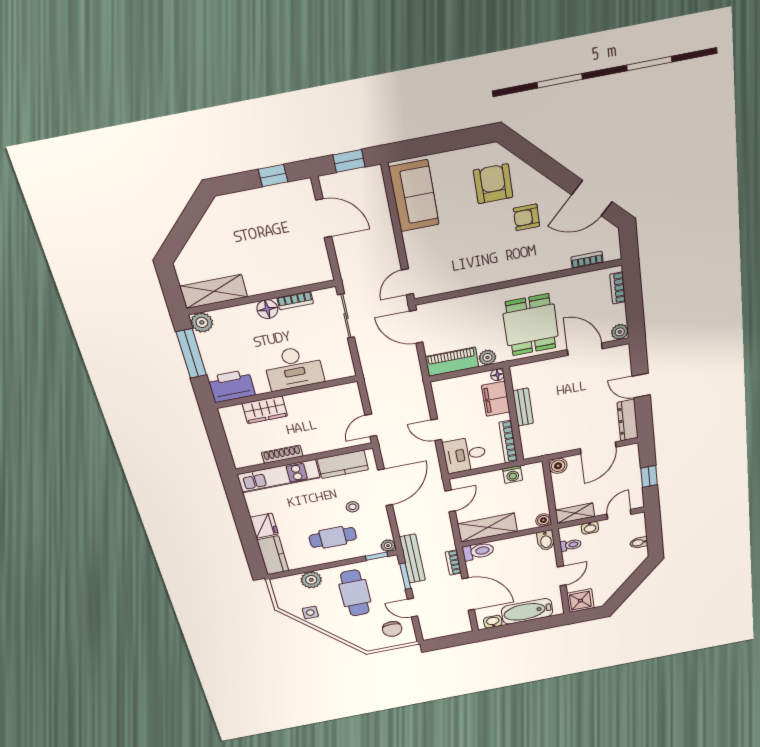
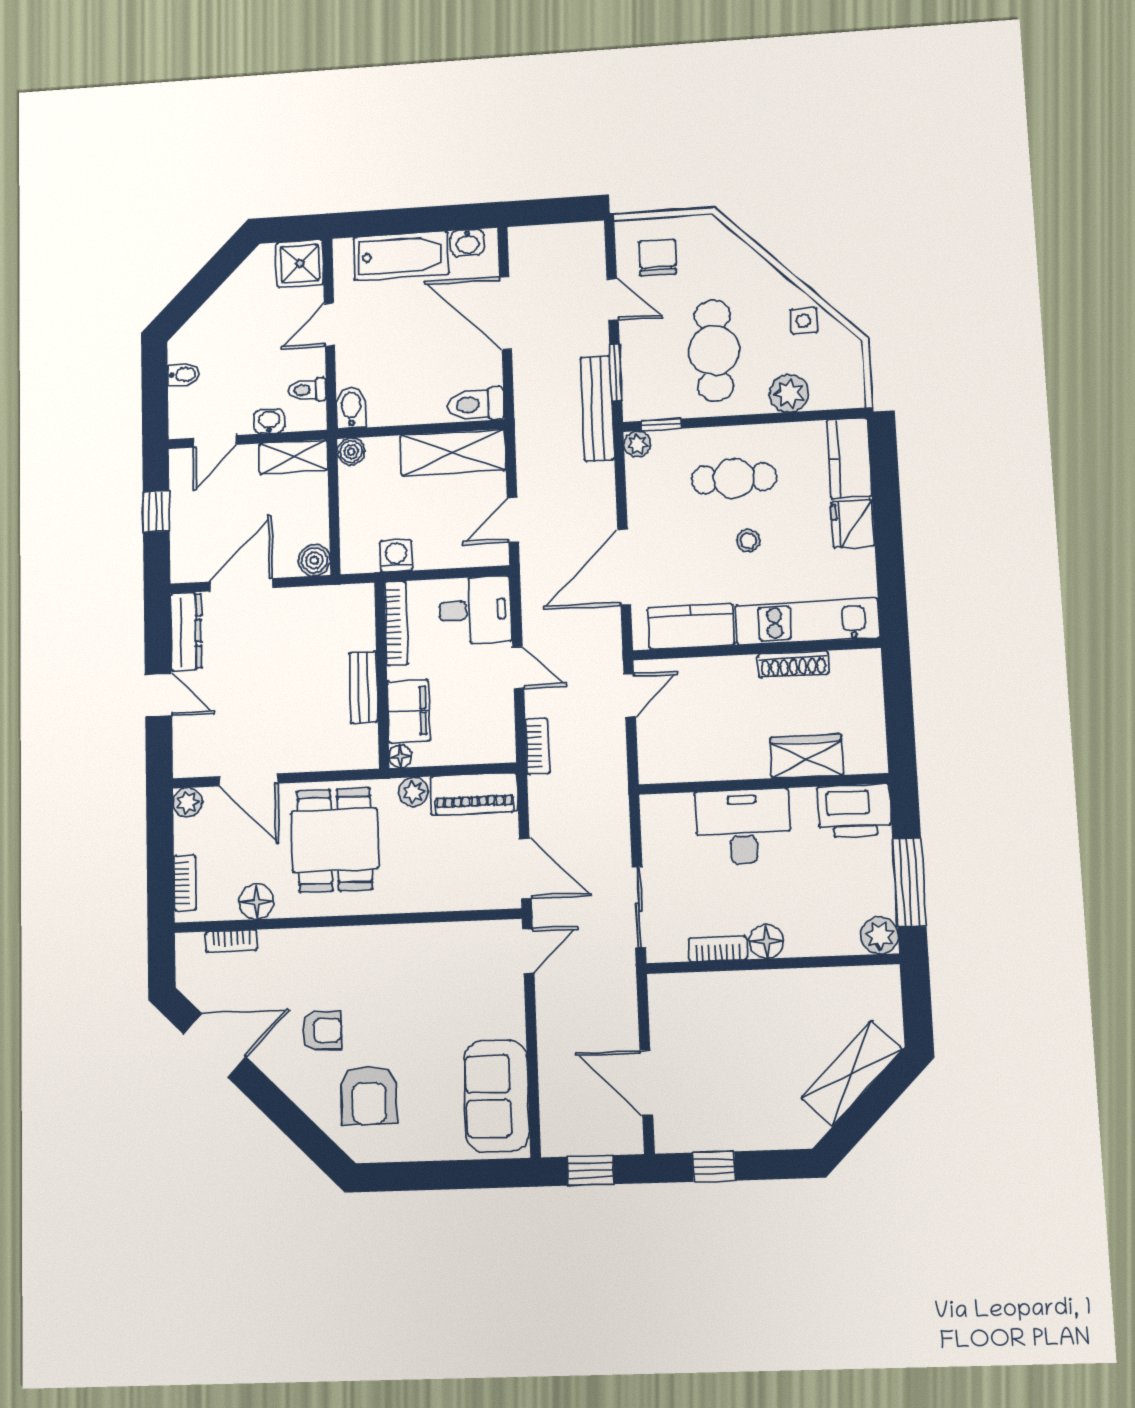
floor lamp: (574, 284) -> (257, 902), added
shelving: (214, 291) -> (852, 1073), moved, turned -45
stool: (353, 507) -> (748, 541), moved
bookcase: (453, 563) -> (537, 746), moved

